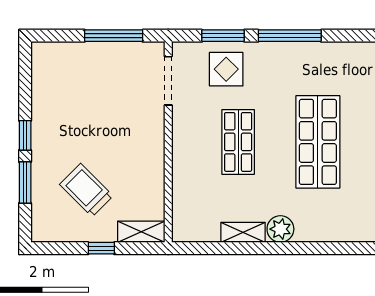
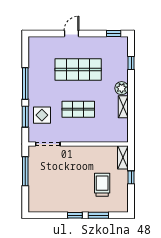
trolley: (86, 190) -> (102, 185), turned 135
window: (331, 248) -> (131, 63), added

